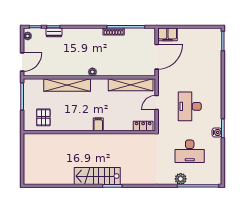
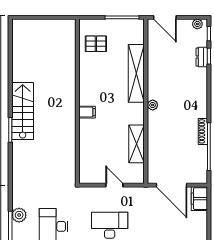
shelving: (131, 85) -> (137, 144), width x0.68
locker: (143, 126) -> (85, 168), removed

